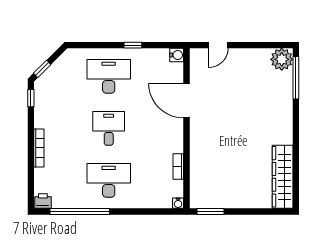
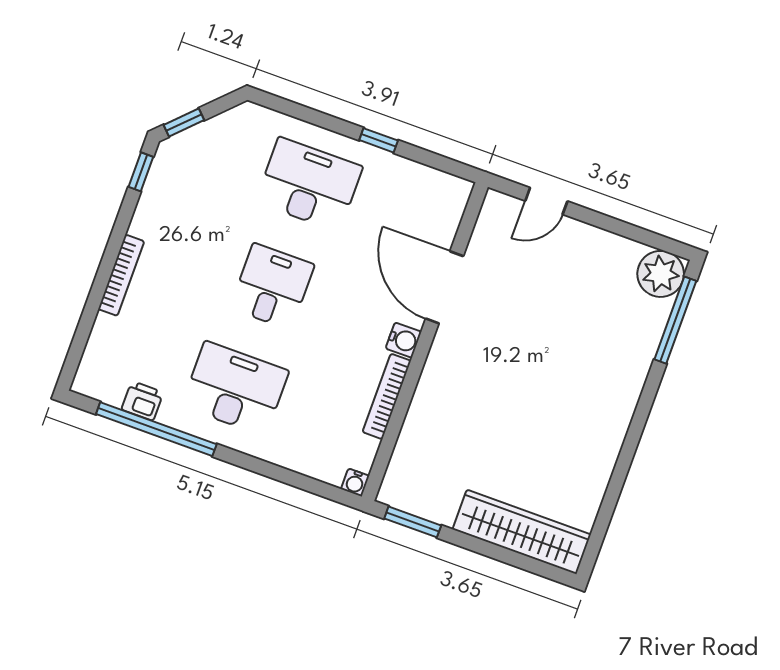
water cooler: (177, 55) -> (403, 340), moved
bookcase: (178, 166) -> (387, 396), width x1.56
wardrobe: (283, 177) -> (522, 532), moved, turned 90
printer: (43, 201) -> (142, 401), moved

